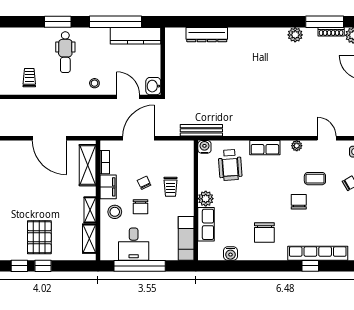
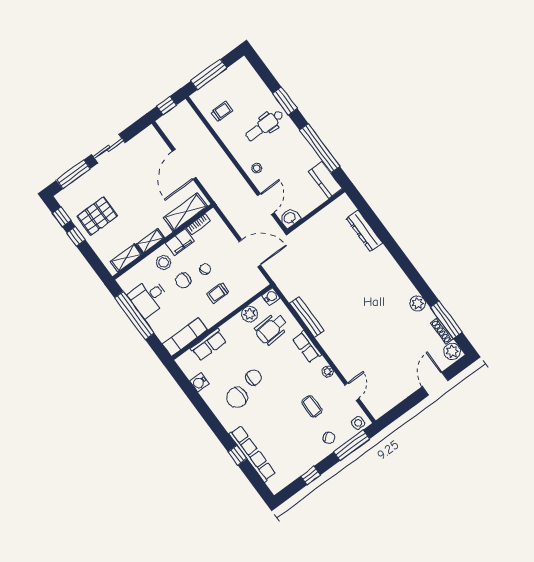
kitchen counter: (136, 36) -> (325, 180), width x0.67
bench: (201, 130) -> (307, 317), moved
door: (139, 138) -> (250, 253), moved
plant: (206, 199) -> (250, 314), moved
chair: (299, 202) -> (253, 378), moved

